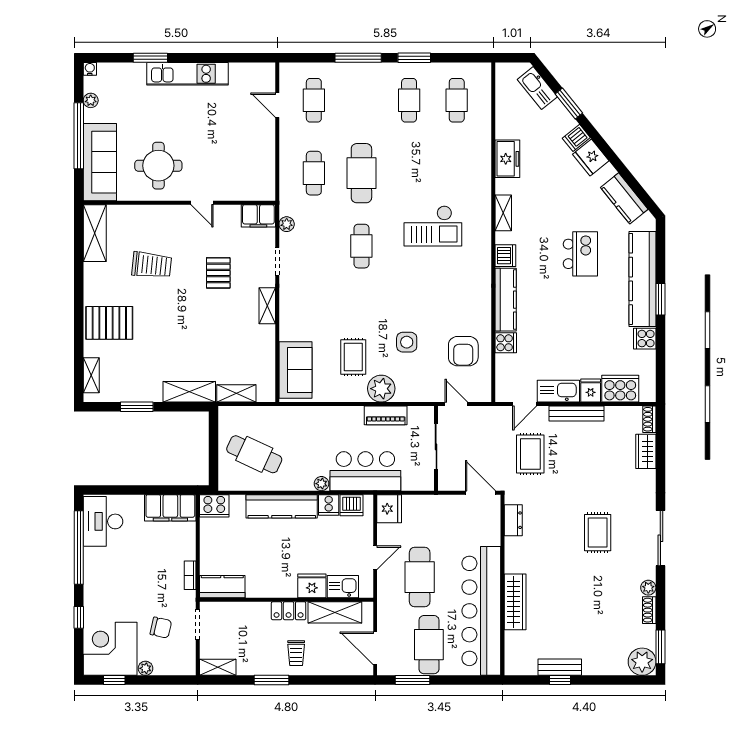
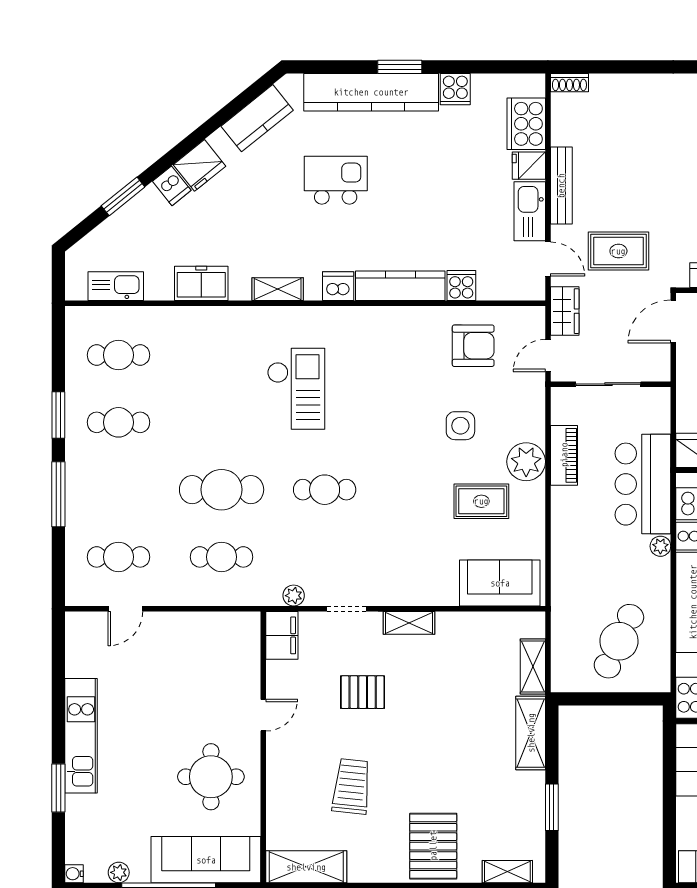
kitchen sink: (537, 88) -> (116, 286), moved, turned -141
wardrobe: (646, 451) -> (565, 311), moved, turned -90

